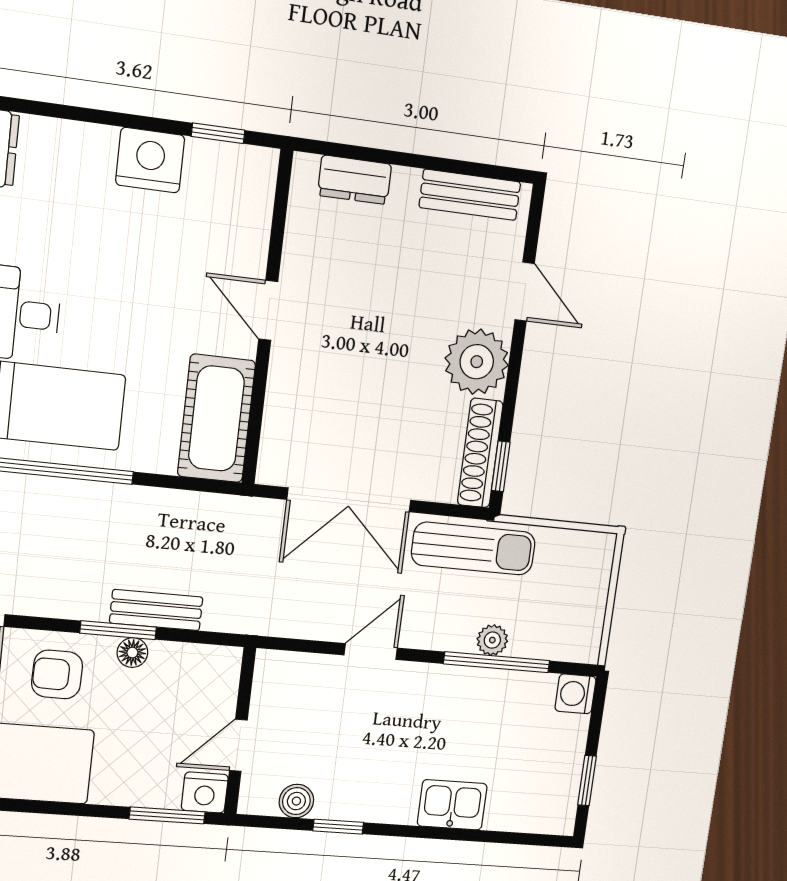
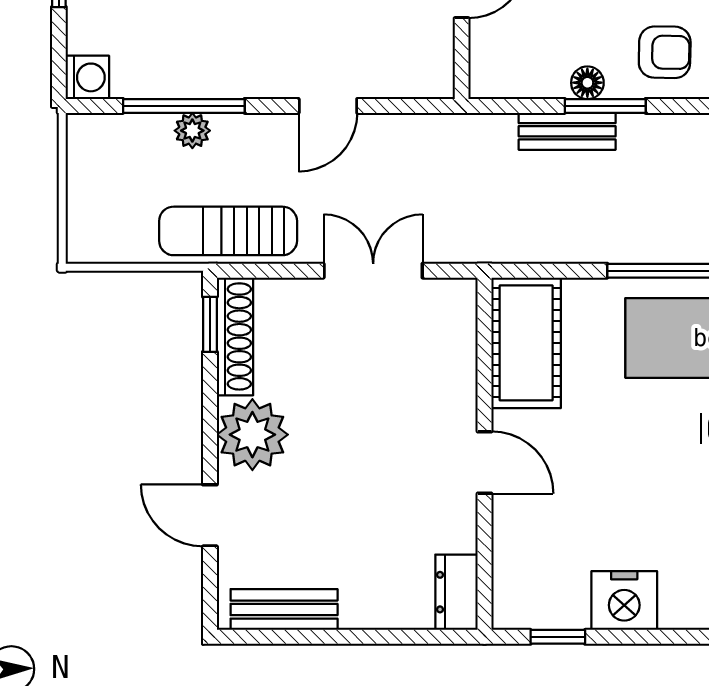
dresser: (355, 180) -> (456, 592), moved, turned -90
double door: (349, 500) -> (373, 271), width x0.73

